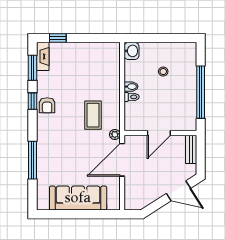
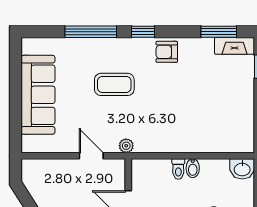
window: (33, 101) -> (143, 32), moved
coffee table: (93, 115) -> (114, 84), moved
door: (122, 160) -> (91, 156), width x0.53

